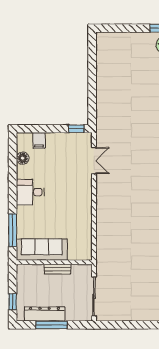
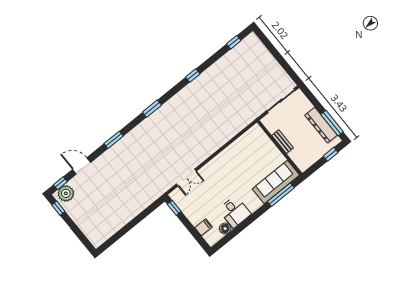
double door: (94, 161) -> (186, 178), swing flipped
desk: (30, 192) -> (235, 212), moved
sofa: (42, 250) -> (276, 182), moved, turned 90
window: (51, 325) -> (332, 123), moved

